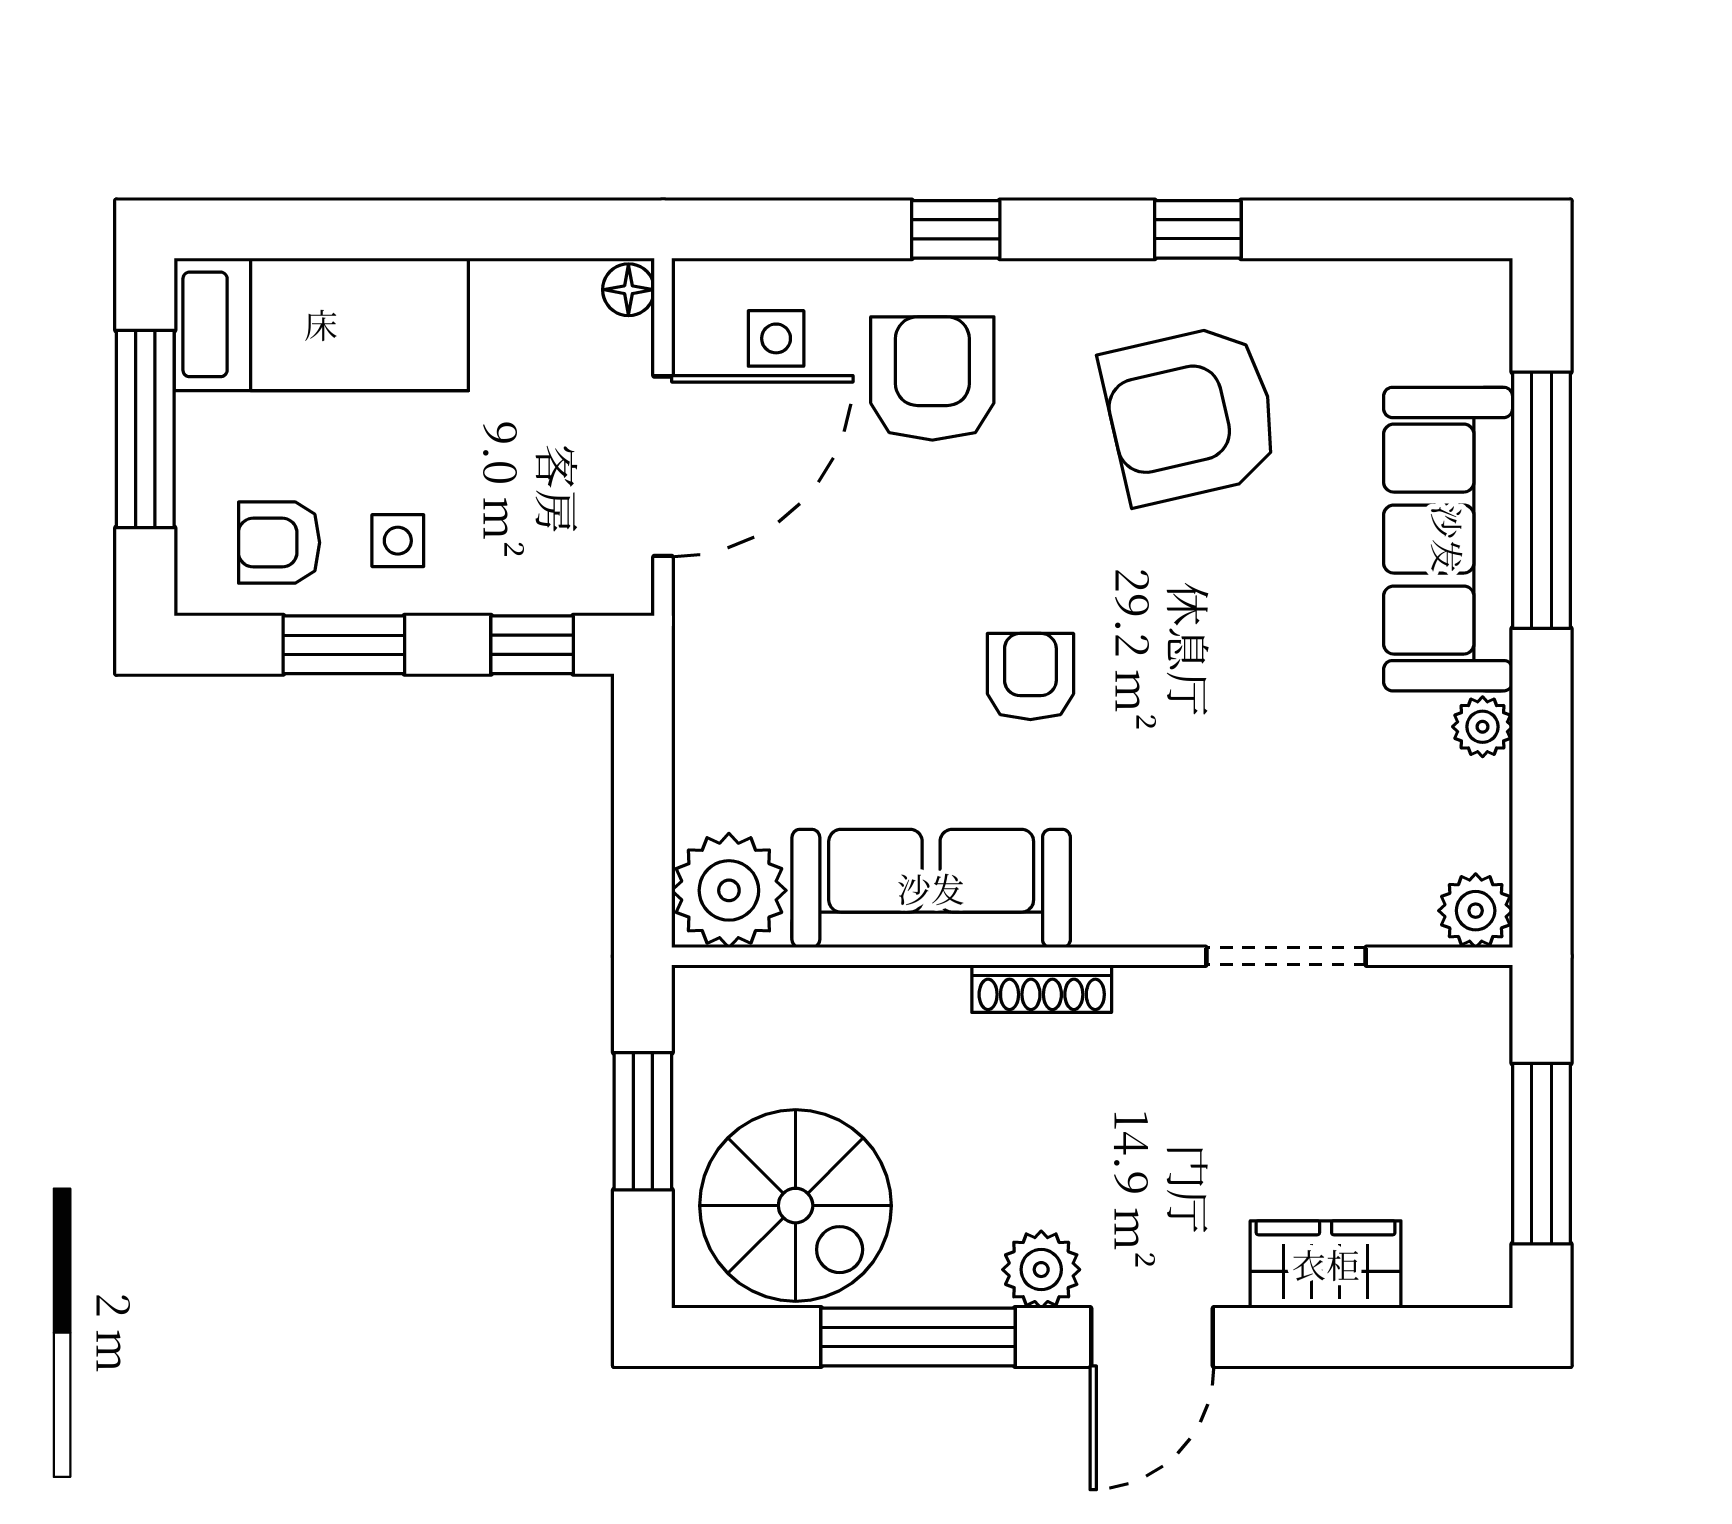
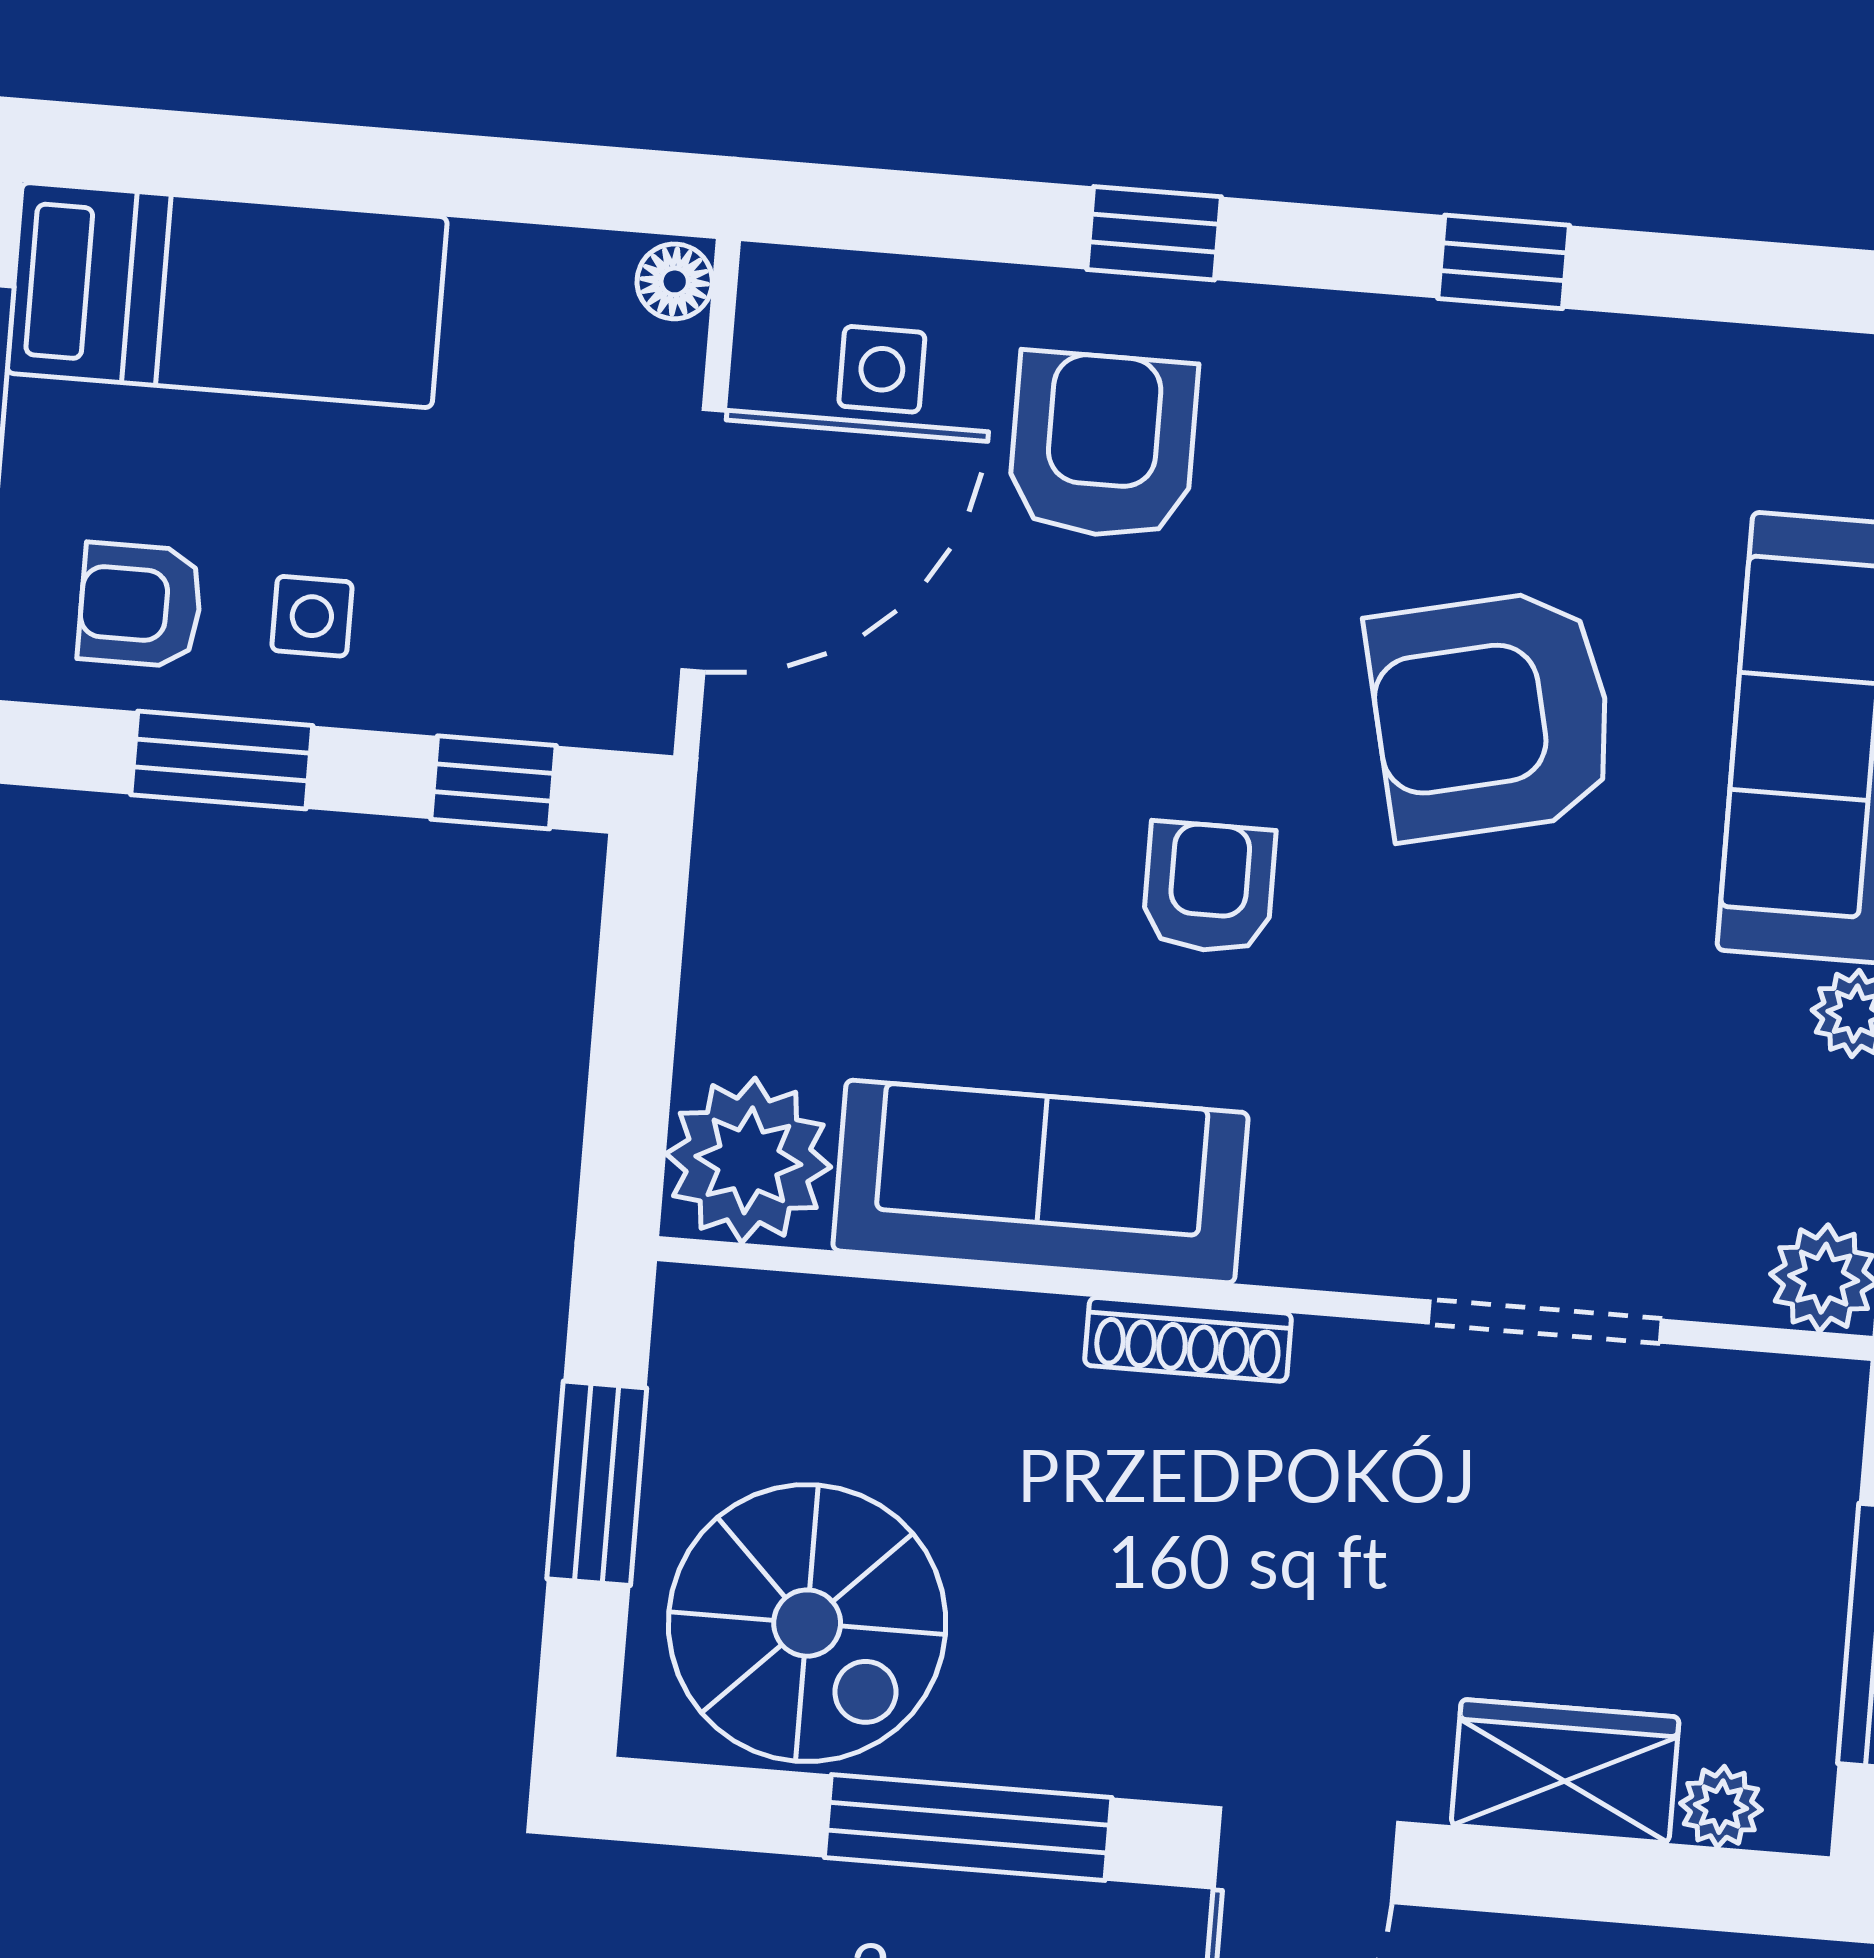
armchair: (1191, 414) -> (1492, 715), moved
plant: (1041, 1270) -> (1721, 1807), moved, width x0.73, depth x0.73

